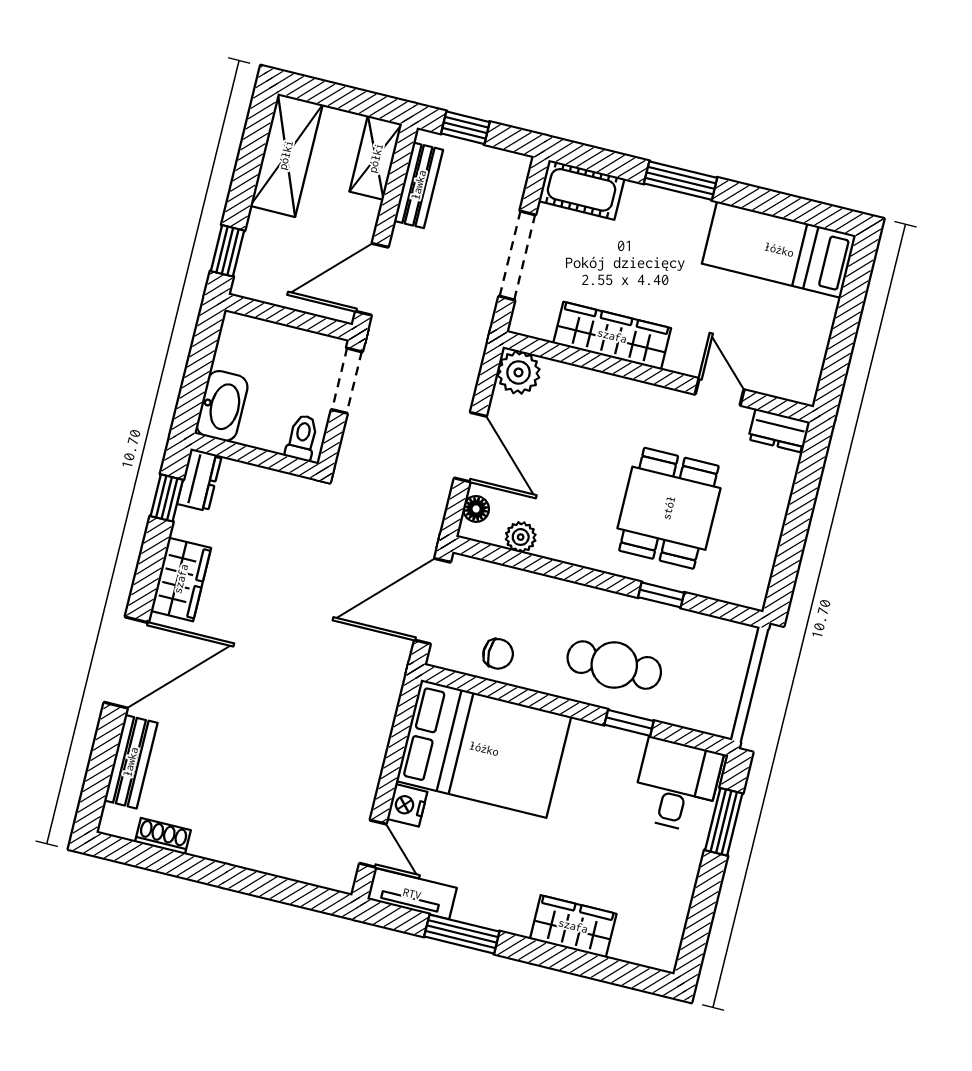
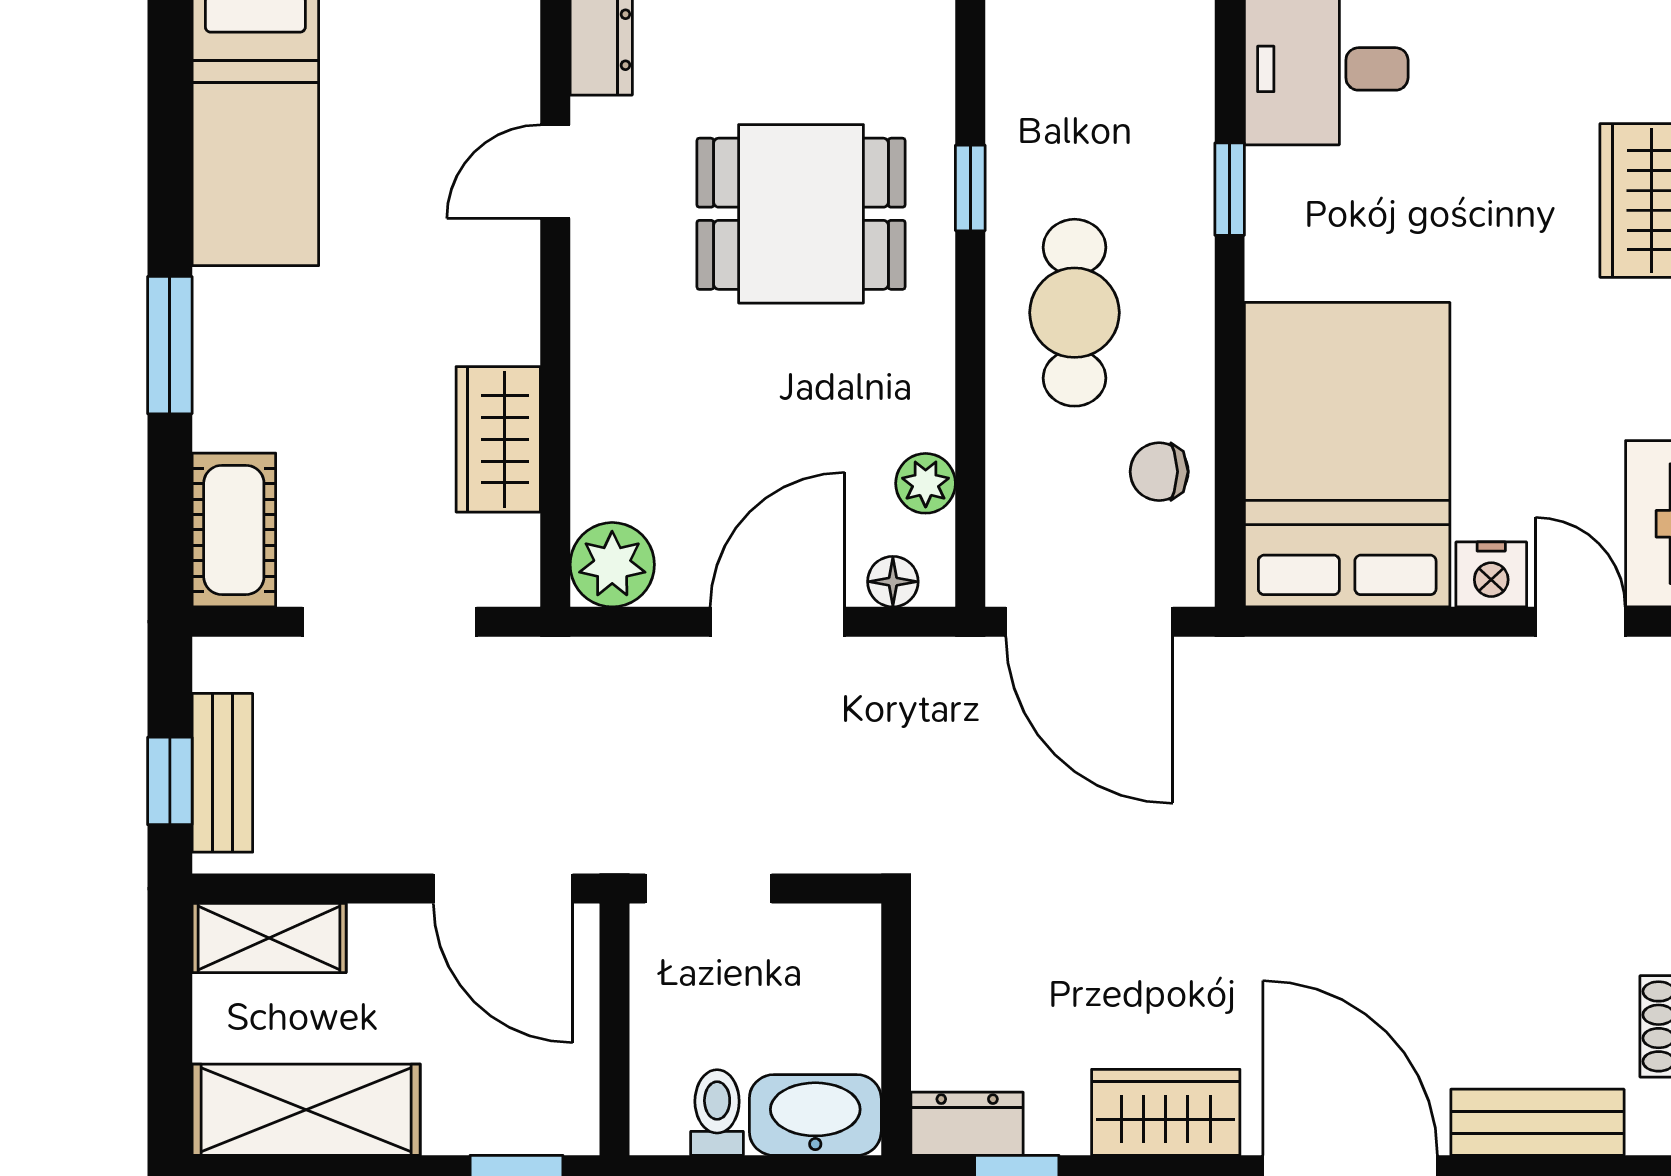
bench: (419, 185) -> (222, 773), moved, turned 90
wardrobe: (612, 336) -> (498, 439), width x0.67
toilet: (302, 438) -> (717, 1113), moved, turned 90
chair: (498, 654) -> (1159, 472), turned -90
cafe table: (614, 665) -> (1074, 313), moved
door: (373, 844) -> (1580, 622), hinge flipped

